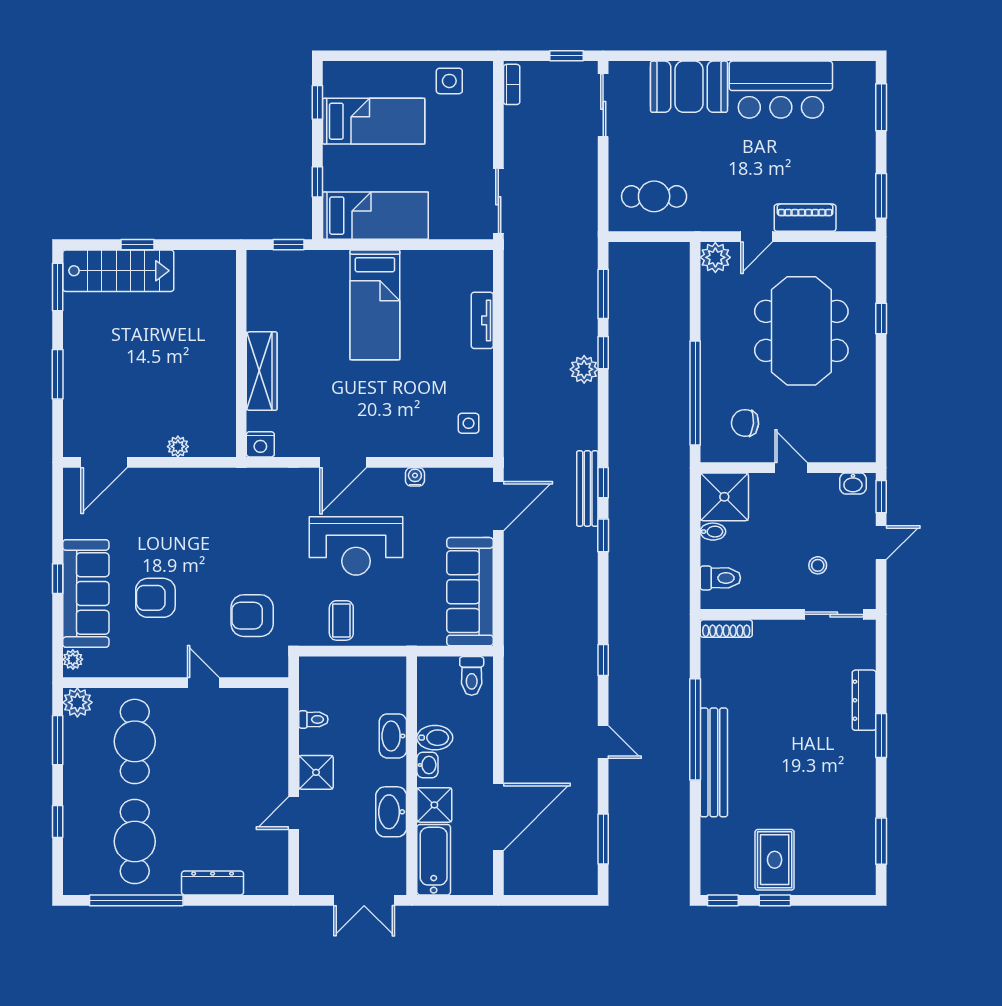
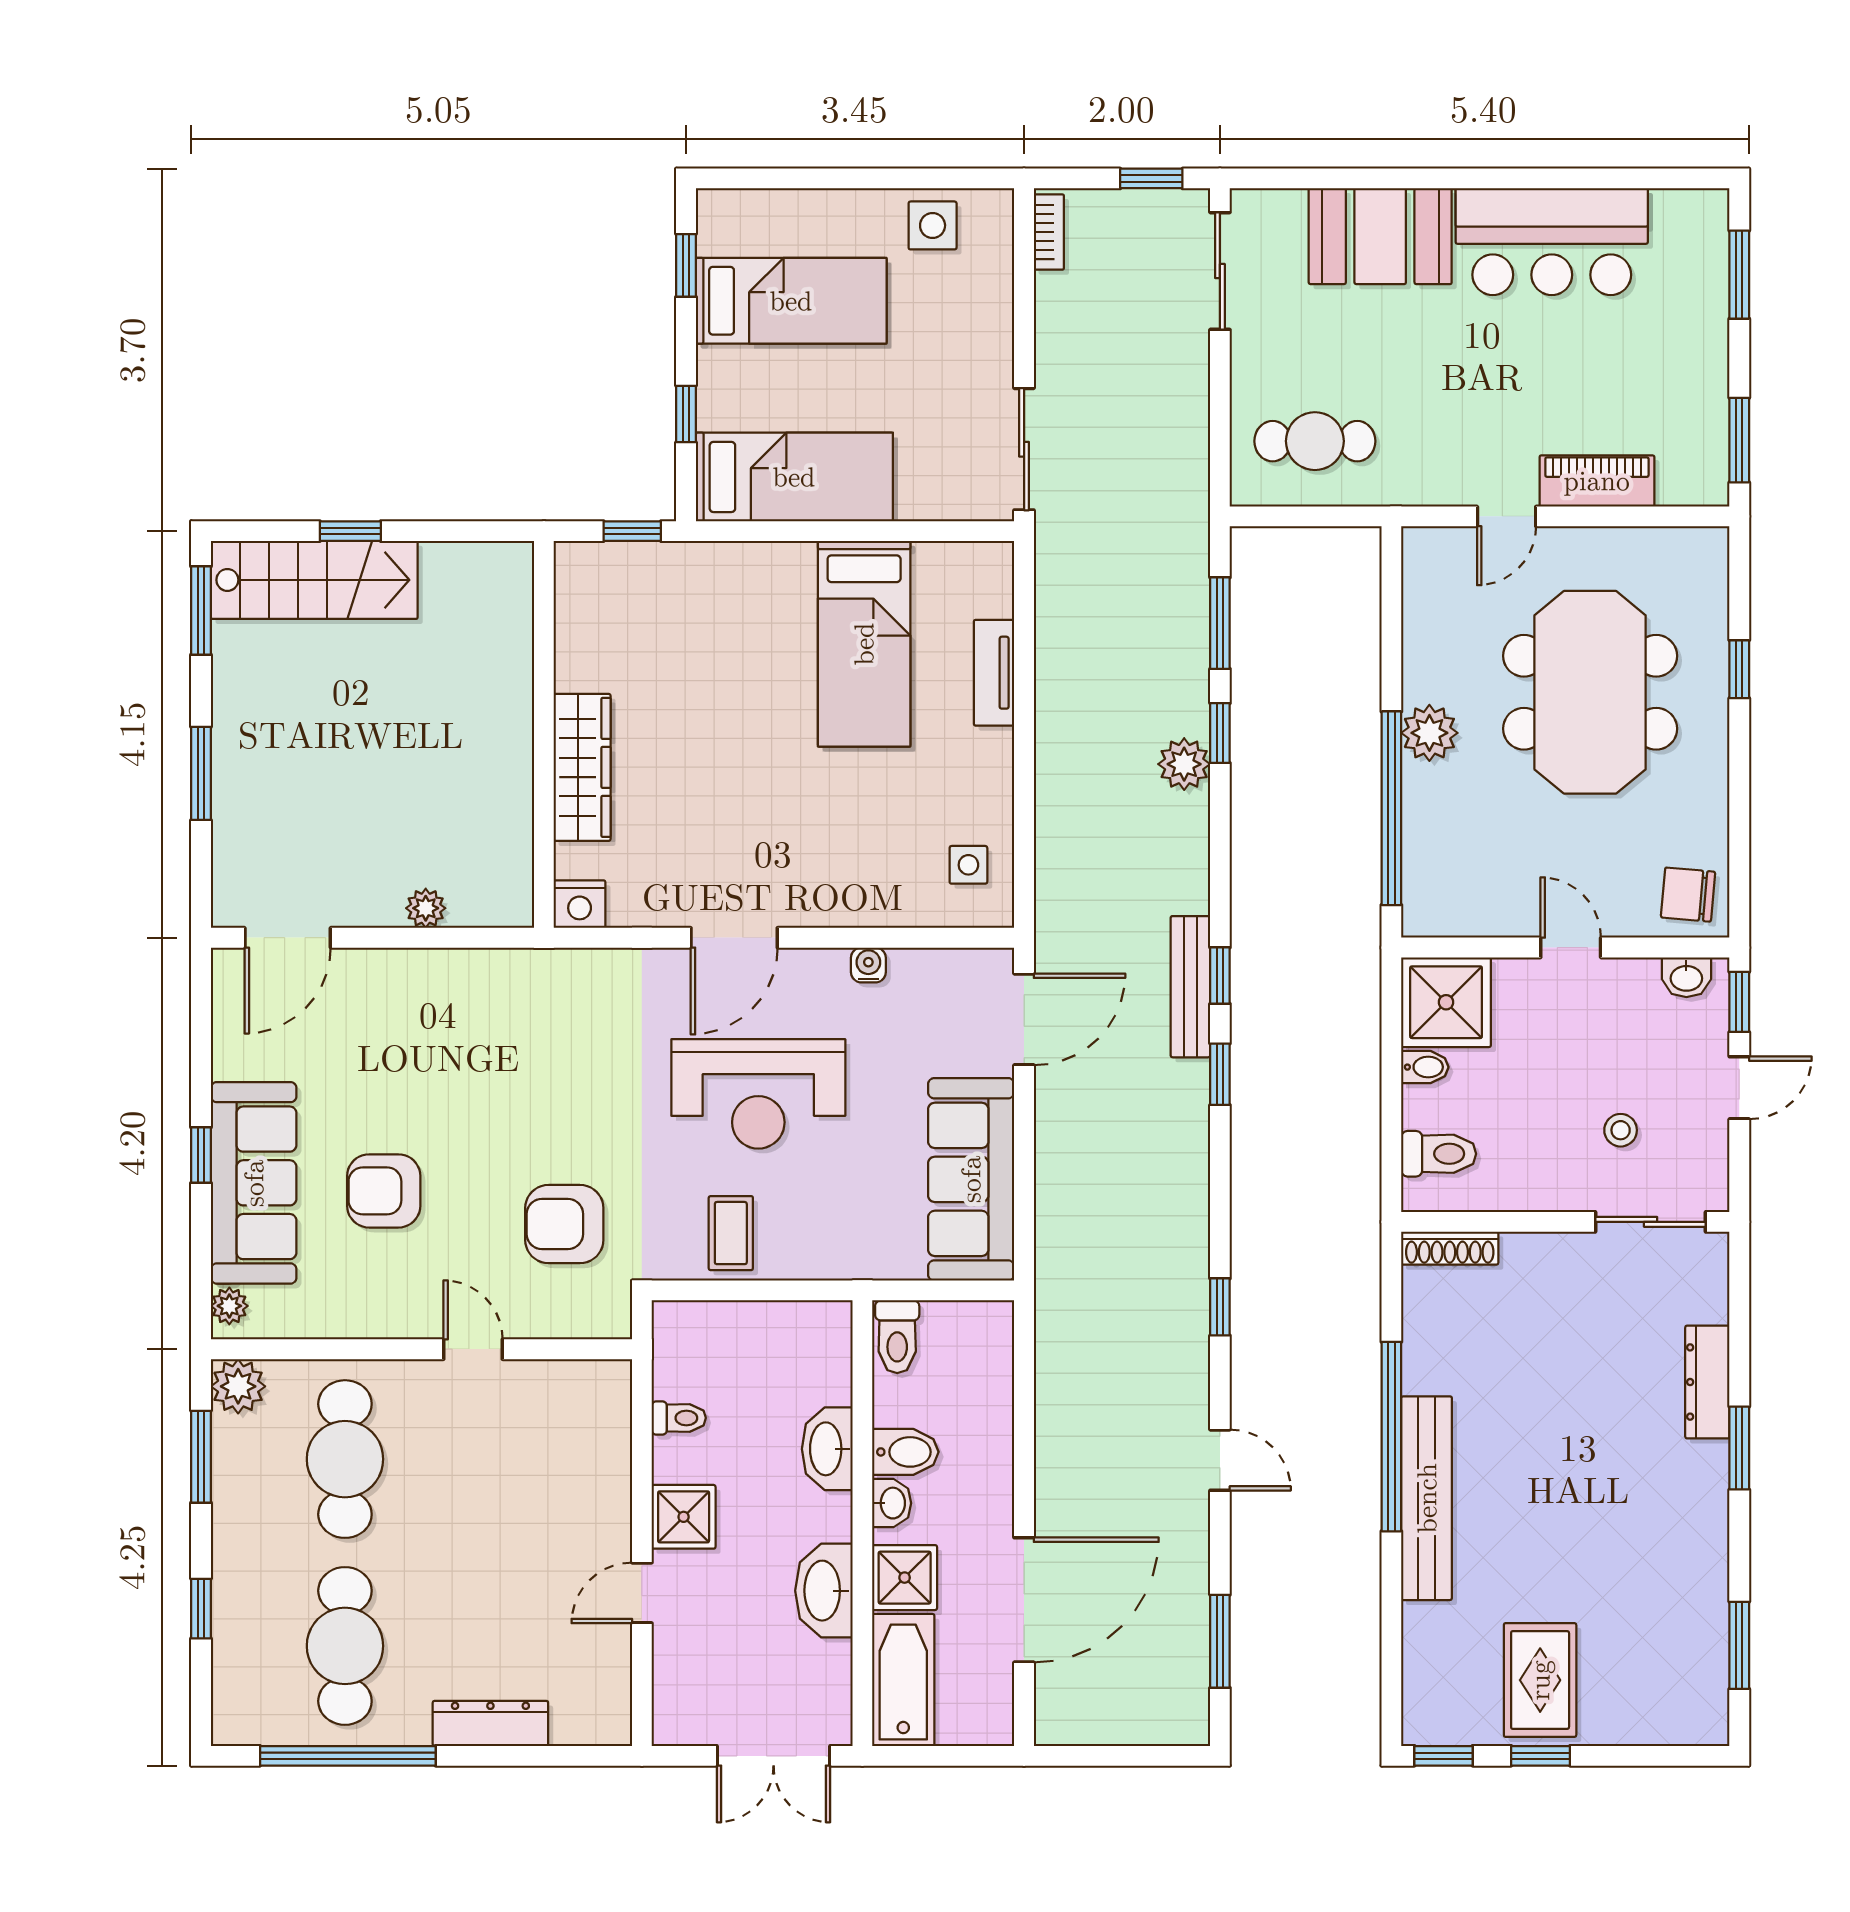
plant: (715, 257) -> (1429, 733), moved
bed: (375, 305) -> (864, 644), moved
chair: (745, 423) -> (1688, 895), moved
toilet: (472, 676) -> (897, 1337), moved

